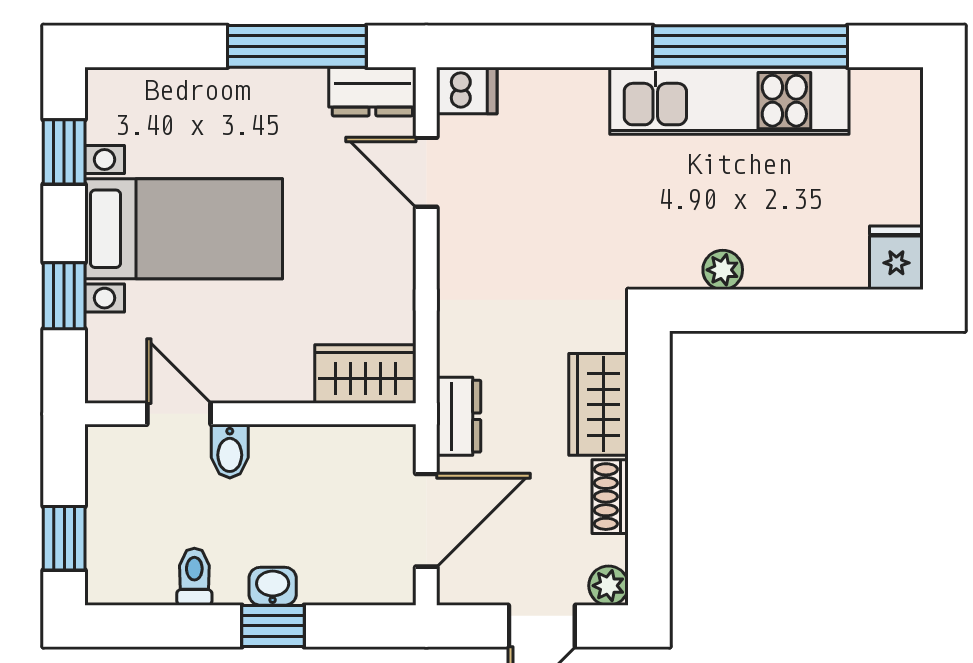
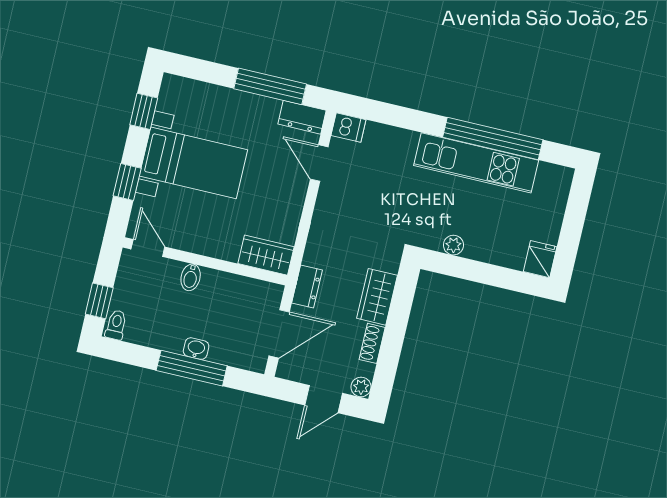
door: (179, 414) -> (148, 248), moved
toilet: (194, 577) -> (116, 325), moved
window: (273, 626) -> (192, 368), width x2.17

